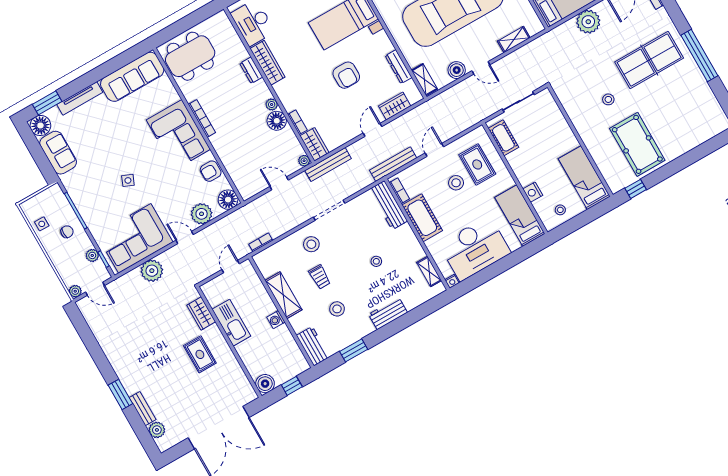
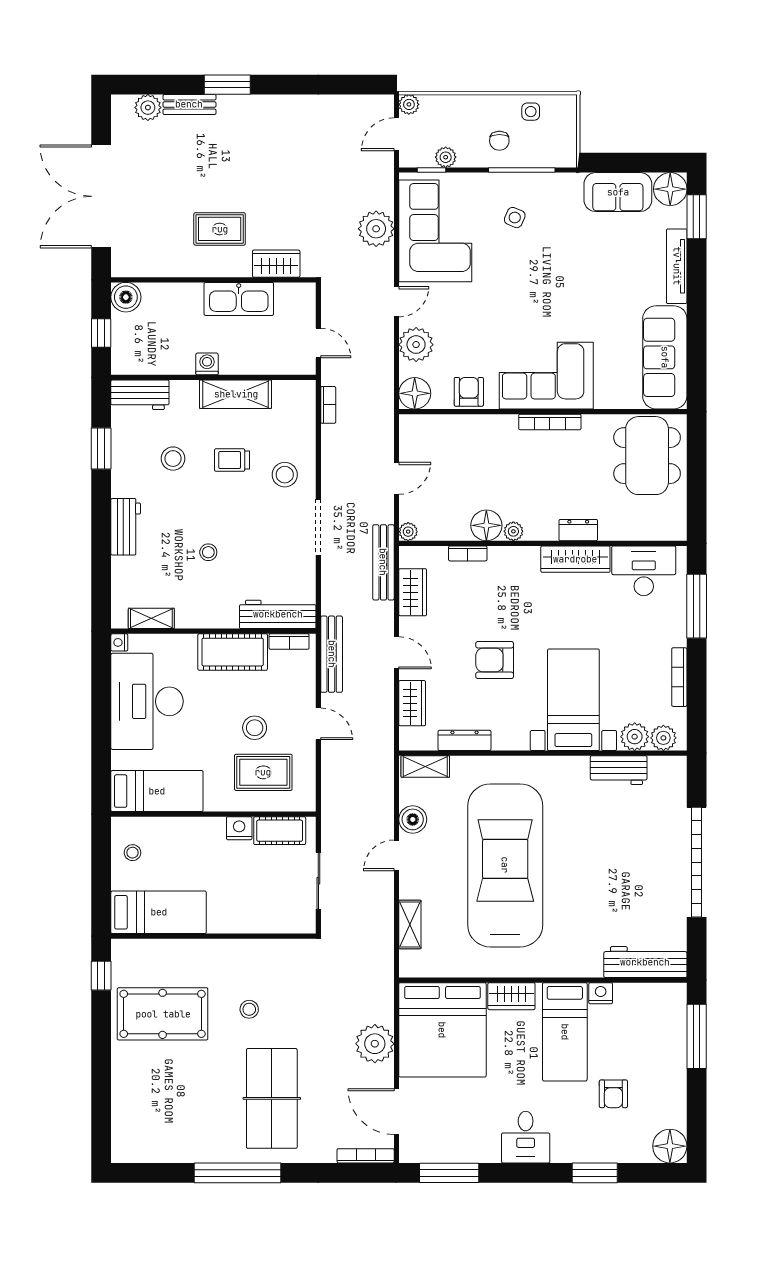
wardrobe: (314, 144) -> (413, 592), moved, turned -90
side table: (128, 180) -> (515, 218), moved
nightstand: (533, 192) -> (239, 828), moved

